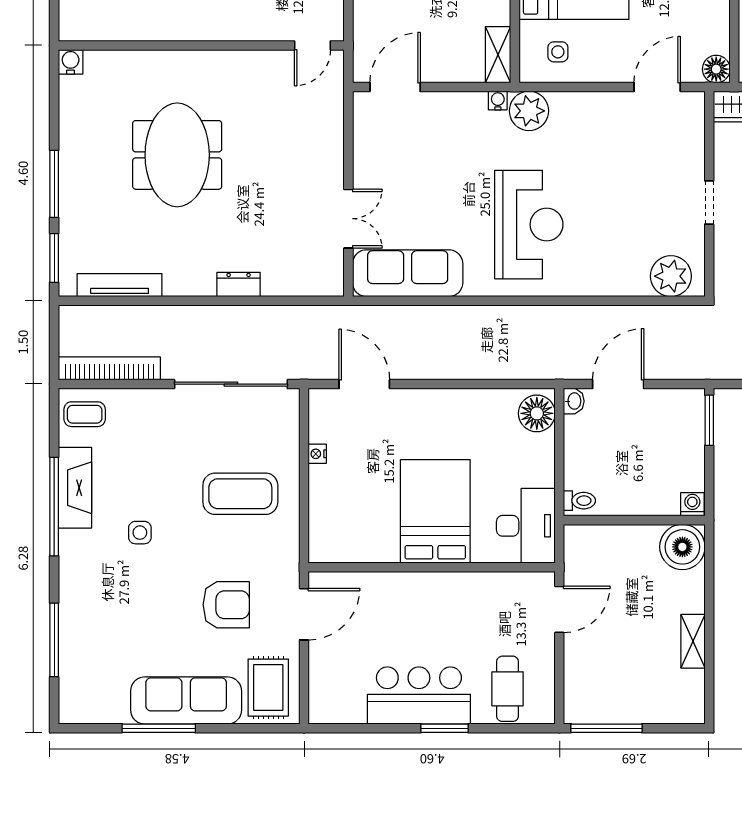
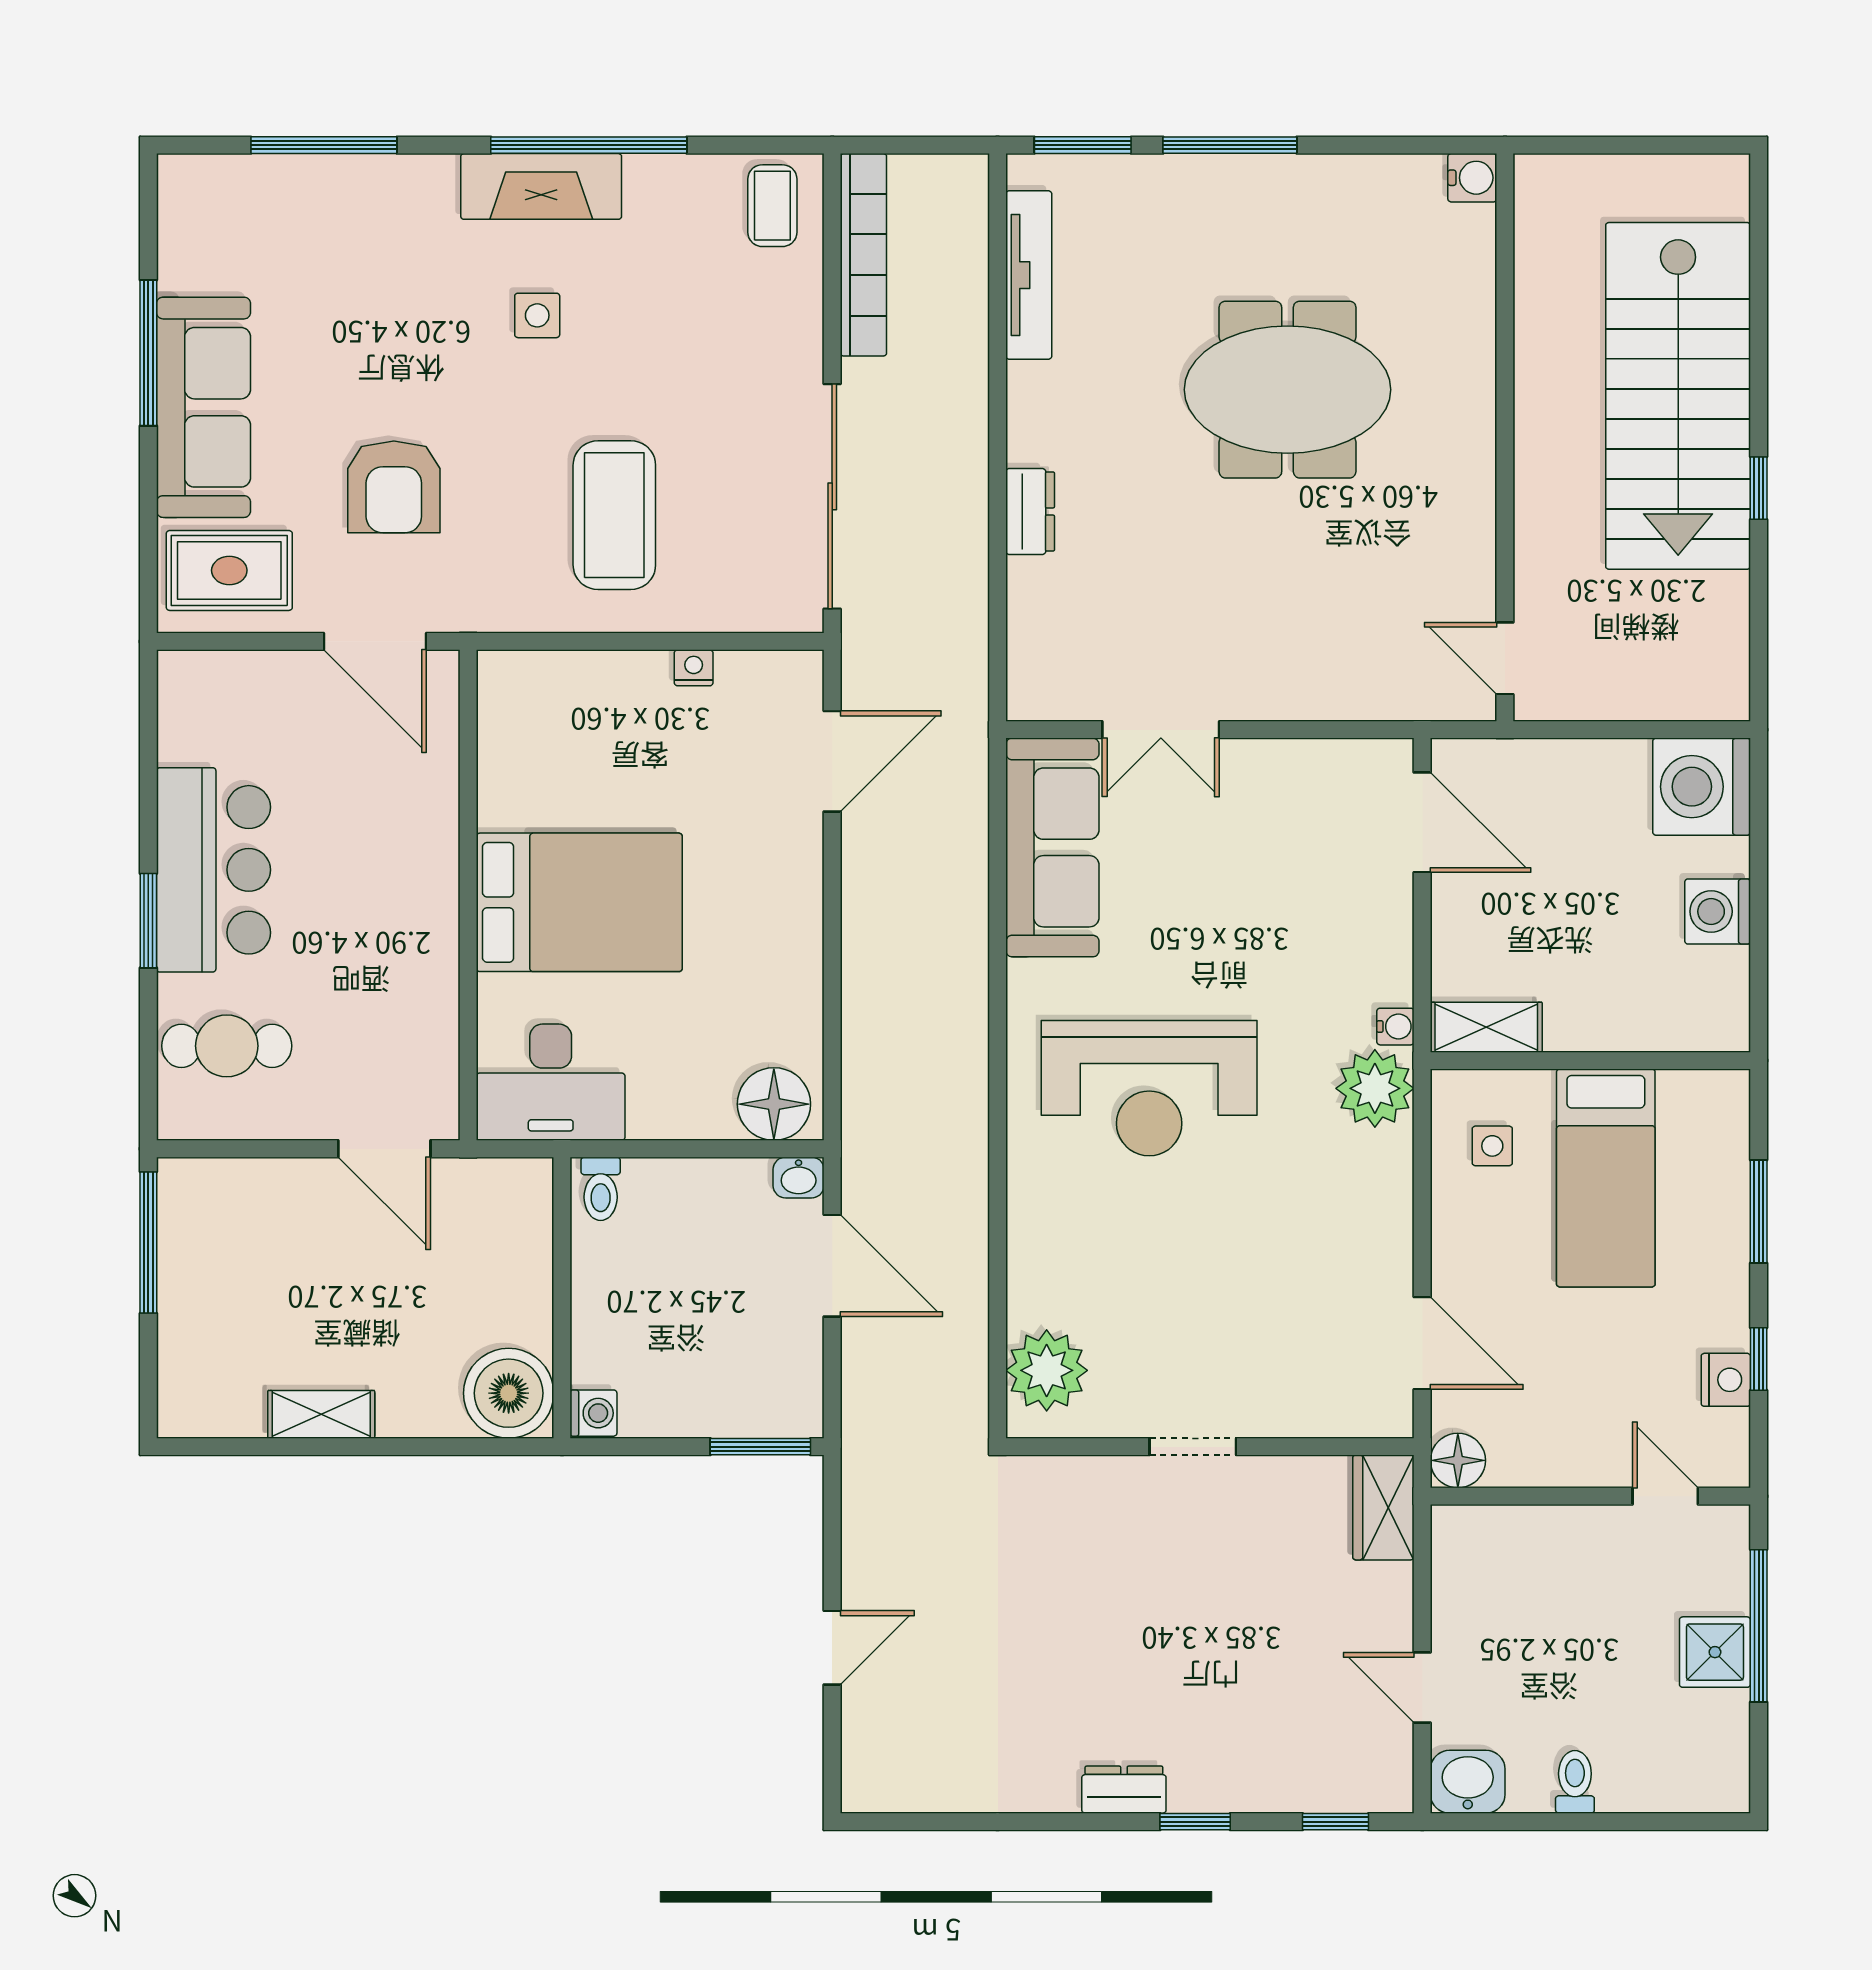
fireplace: (75, 488) -> (541, 186), moved

